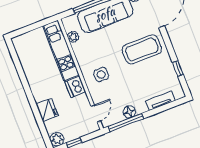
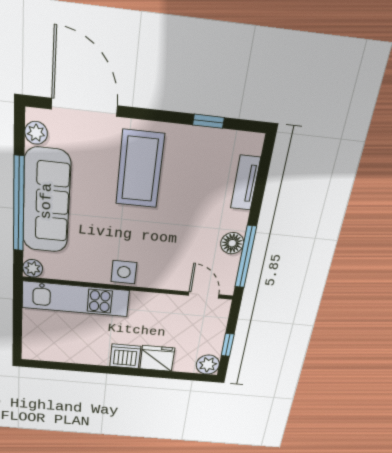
plant: (73, 37) -> (33, 268), moved
side table: (101, 74) -> (124, 272), moved
dishwasher: (75, 87) -> (125, 356), moved, turned 180

